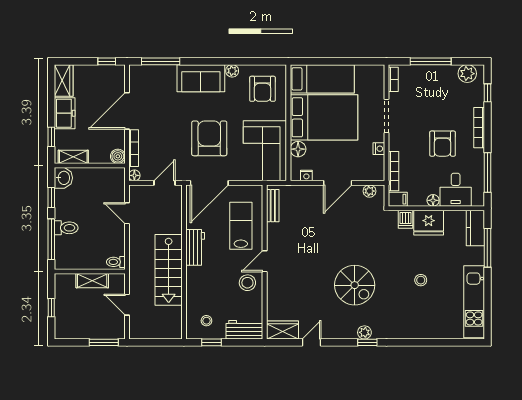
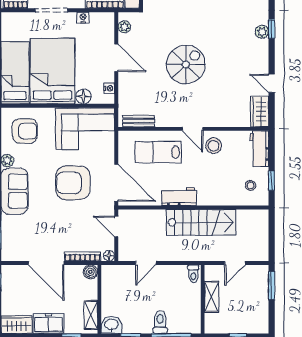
spiral stairs: (355, 285) -> (186, 64), moved

